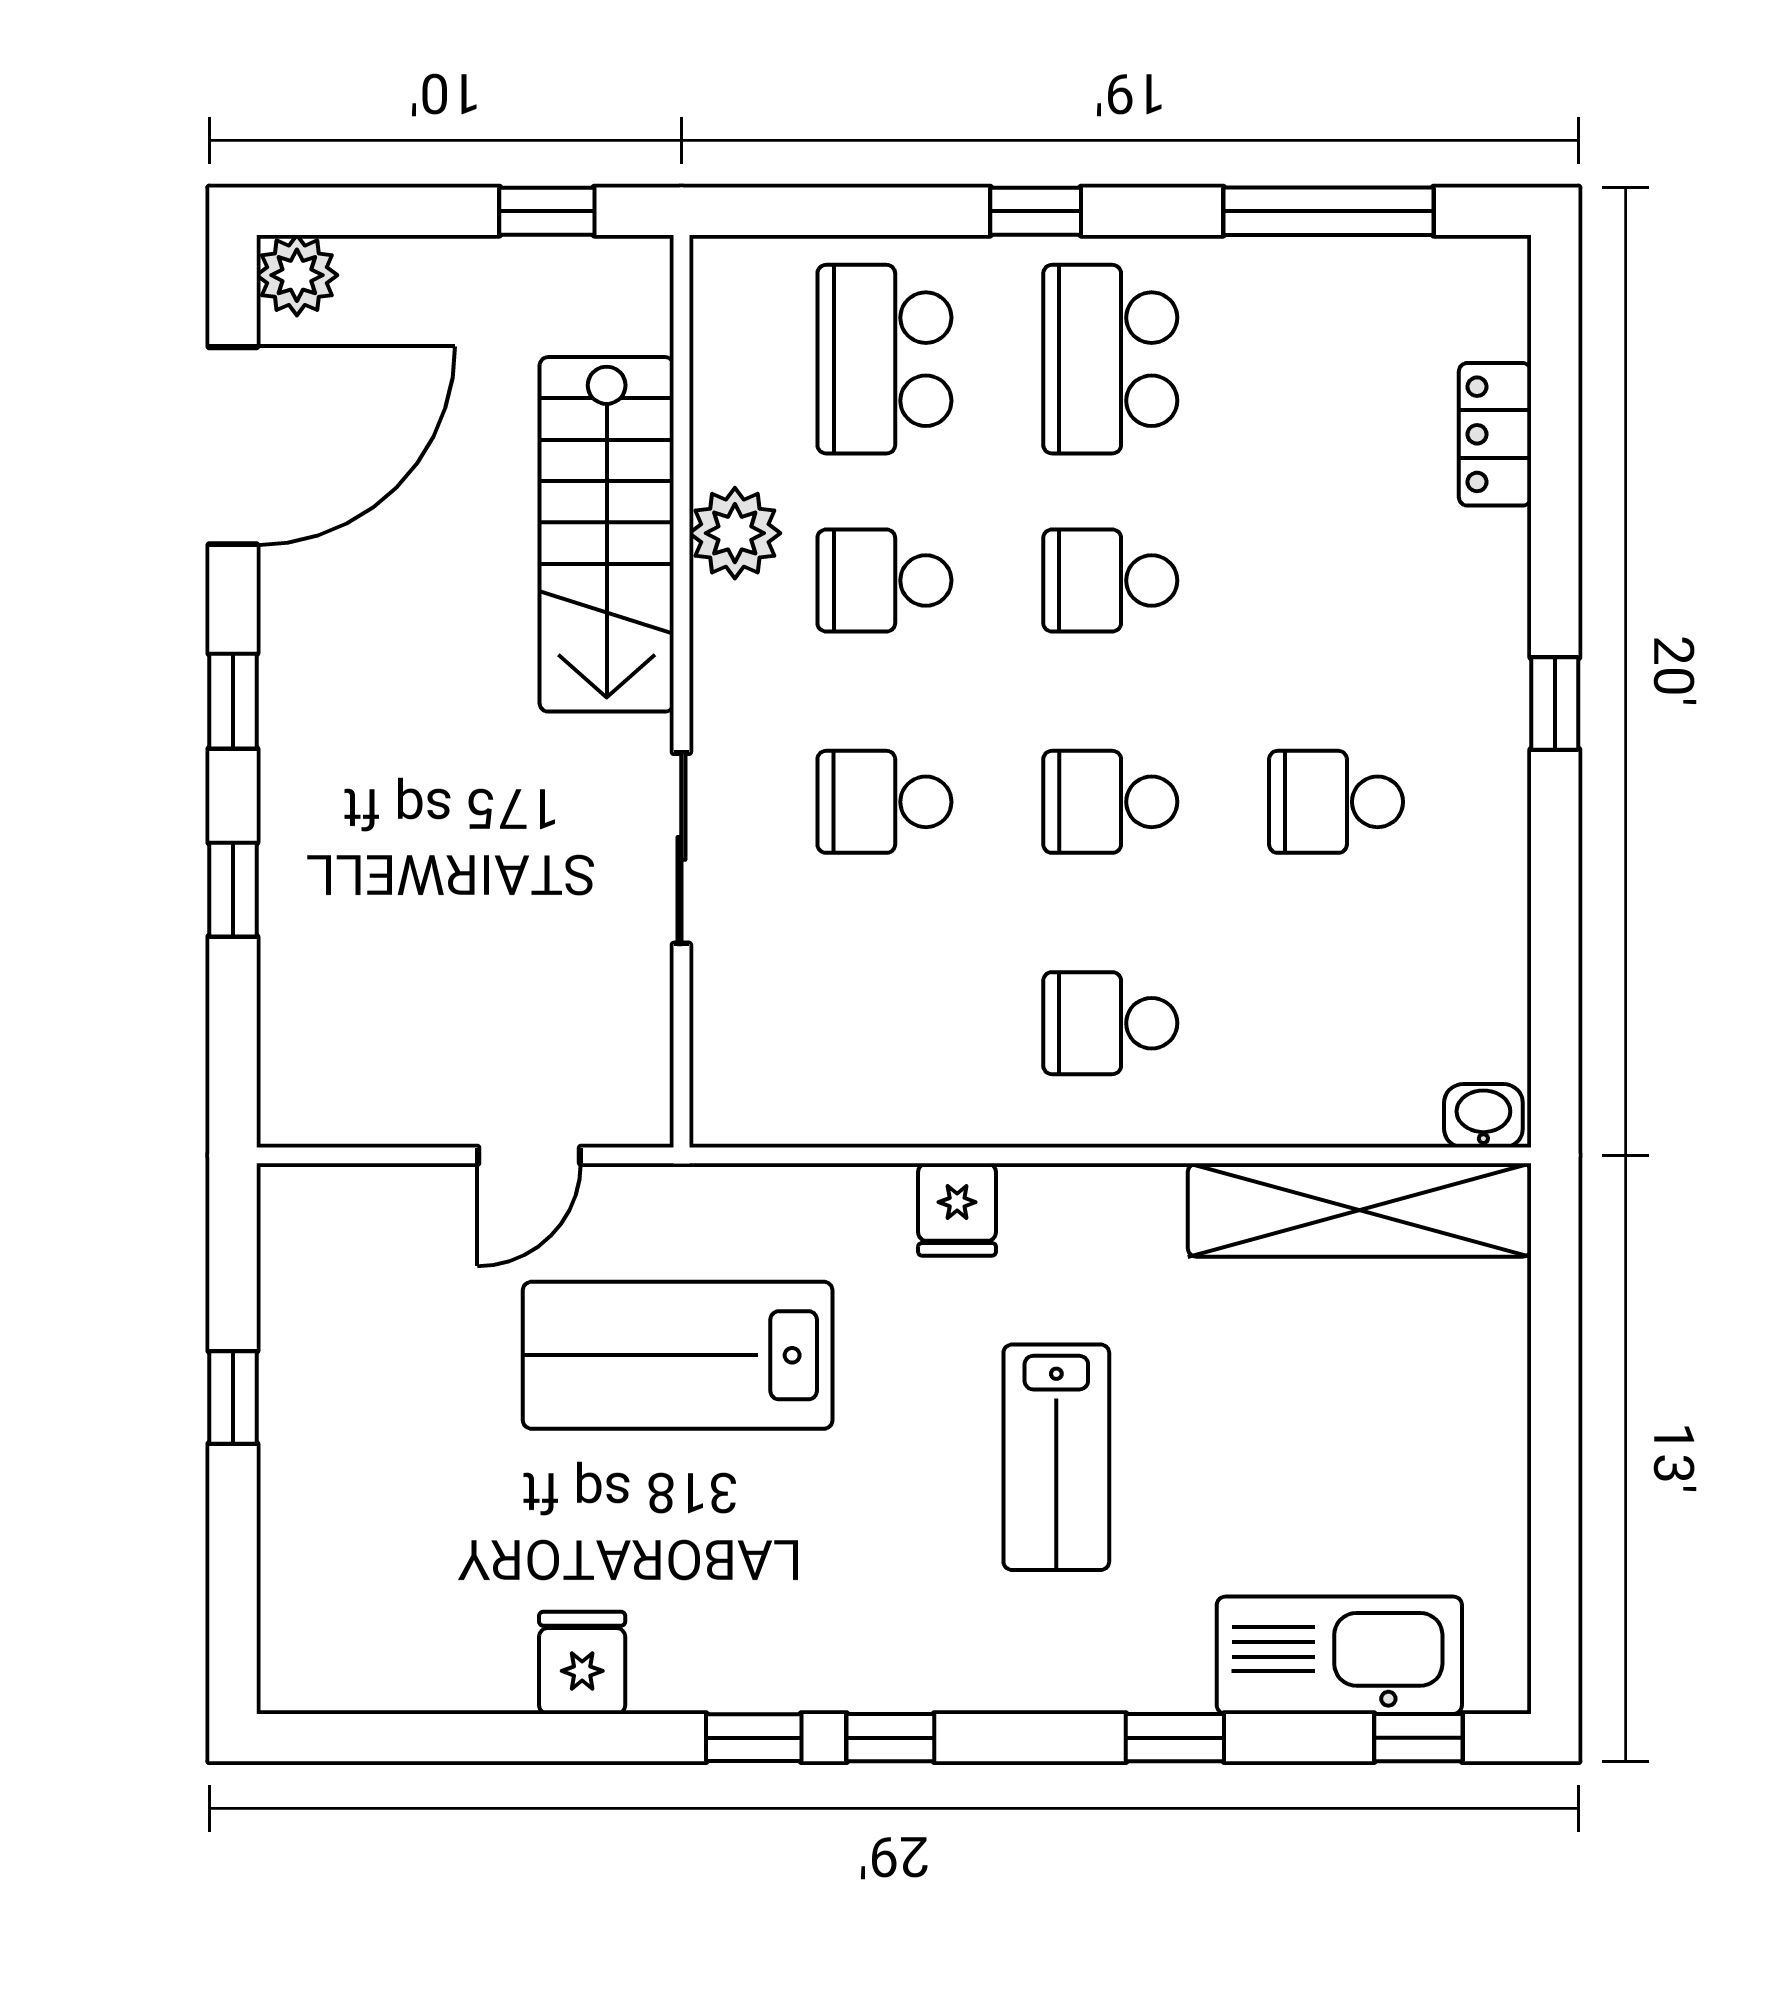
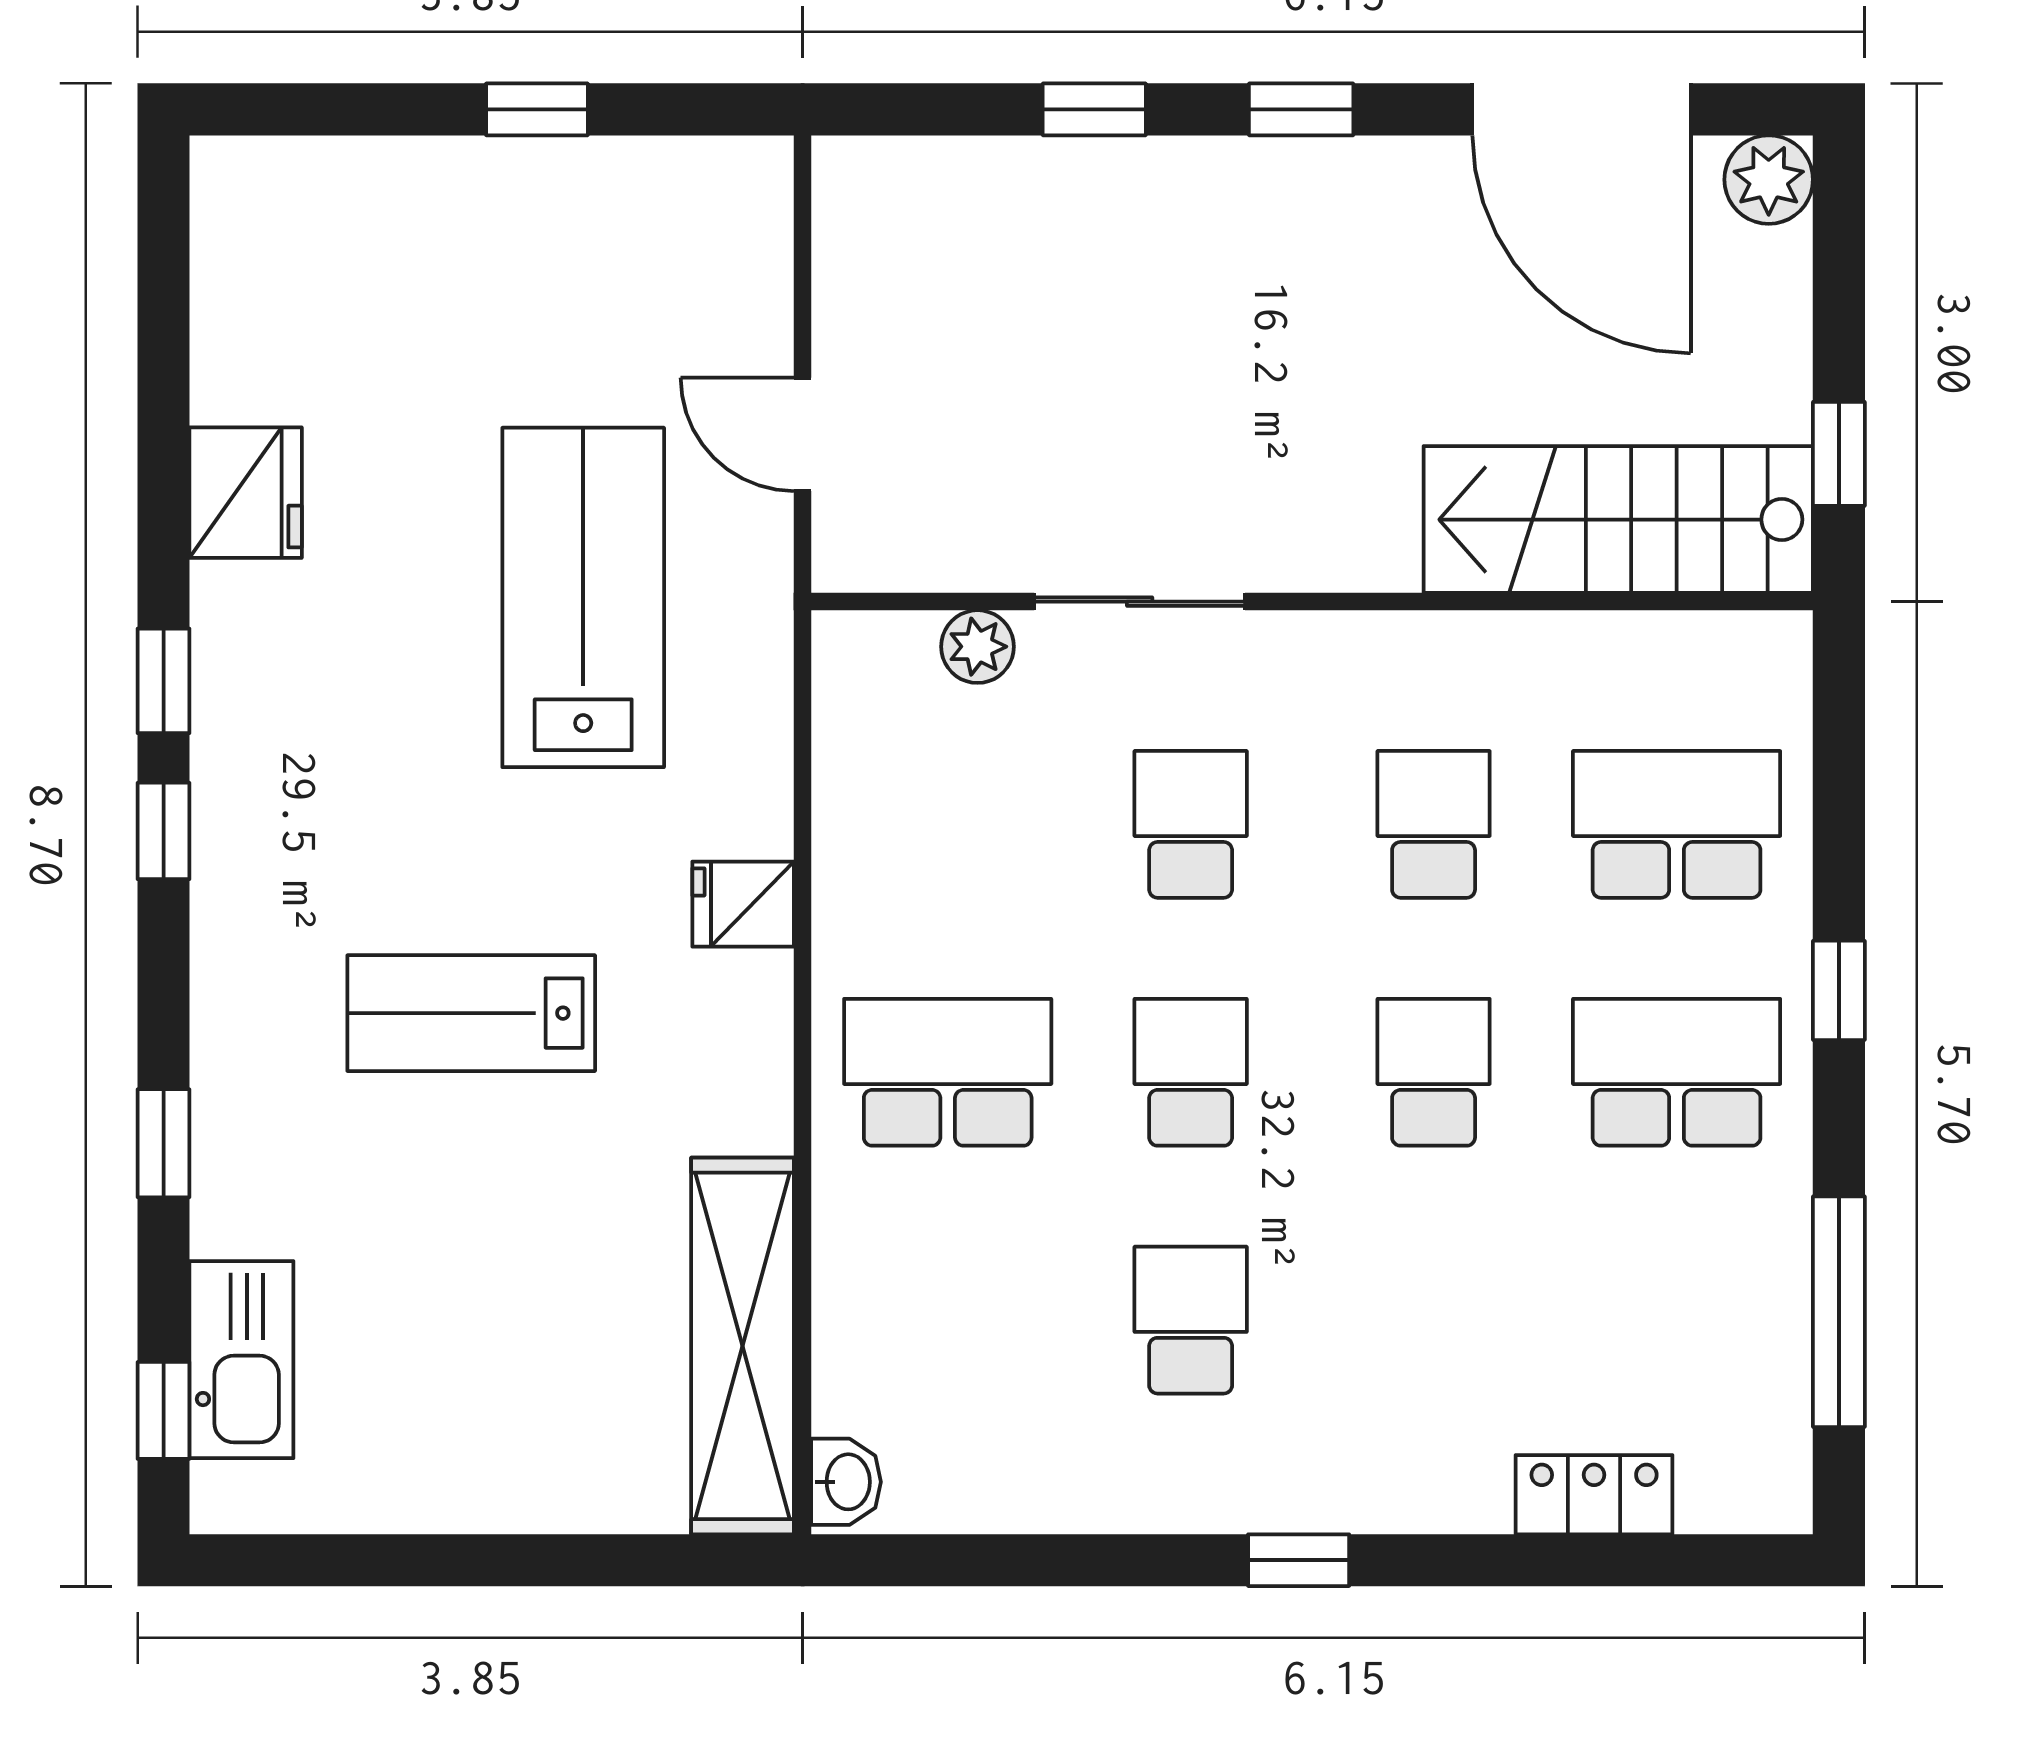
plant: (735, 533) -> (977, 647), moved, width x0.73, depth x0.73
stairs: (607, 534) -> (1618, 520), moved
school desk: (1110, 1023) -> (948, 1072), width x1.85
kitchen sink: (1339, 1655) -> (241, 1360), width x0.73, depth x0.81
fridge: (582, 1663) -> (246, 493), width x1.38

